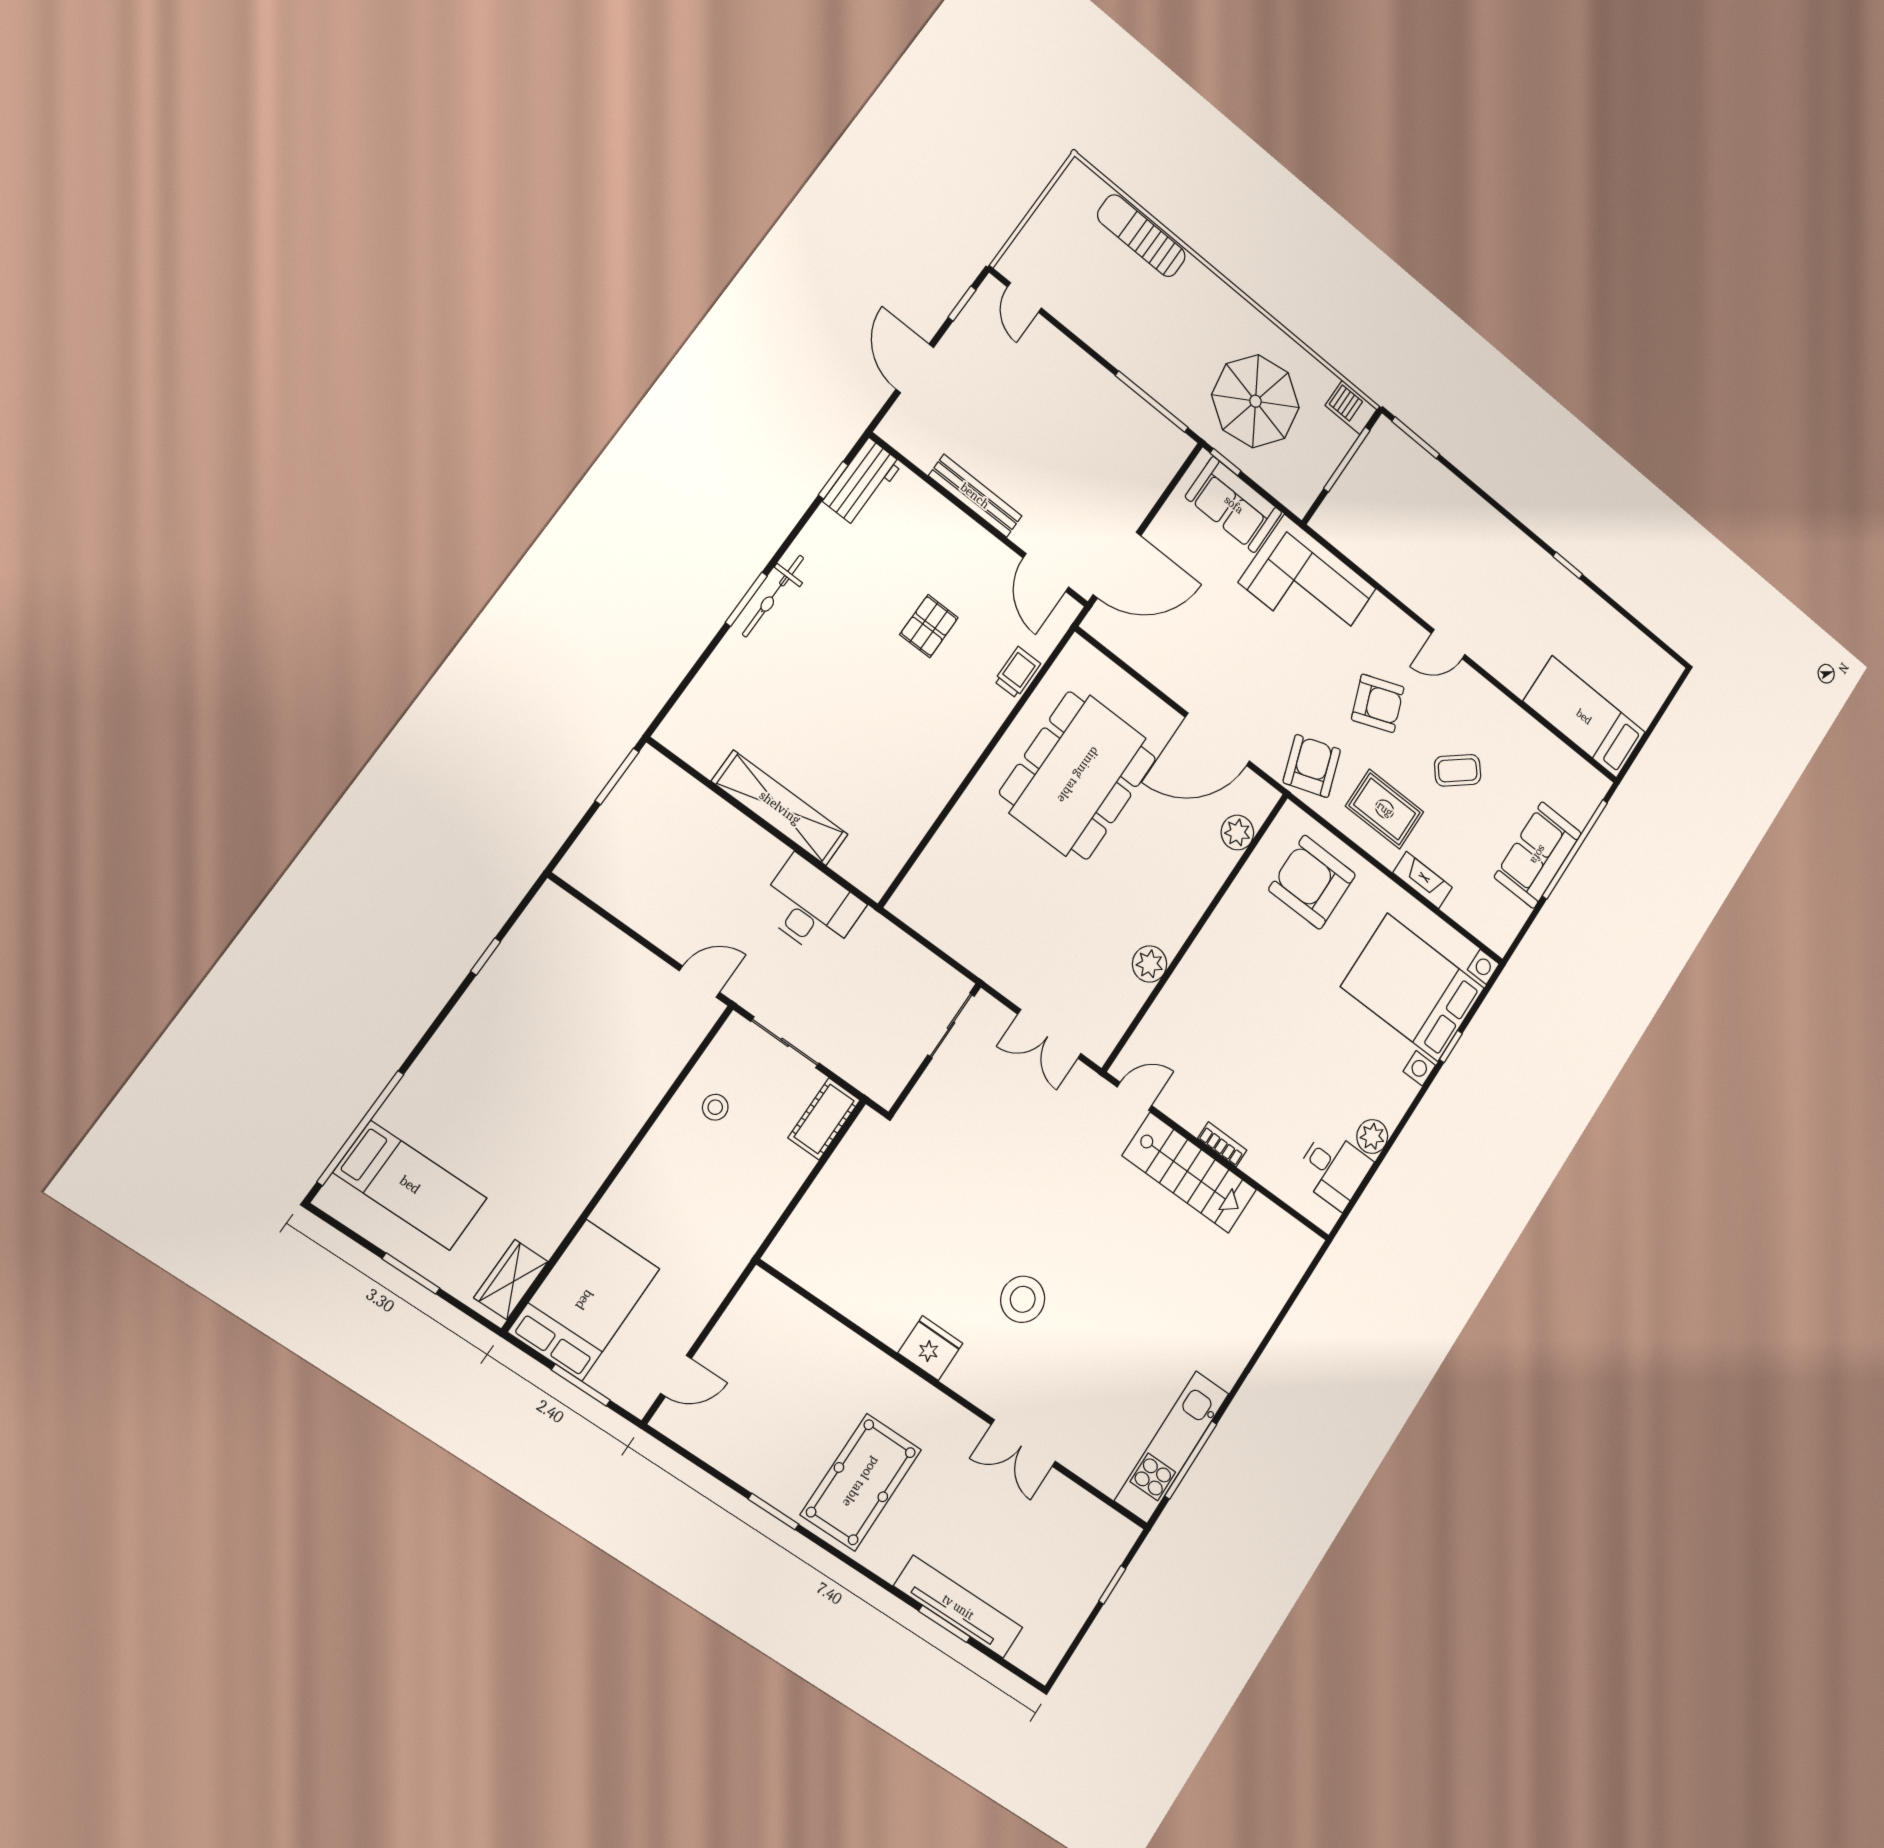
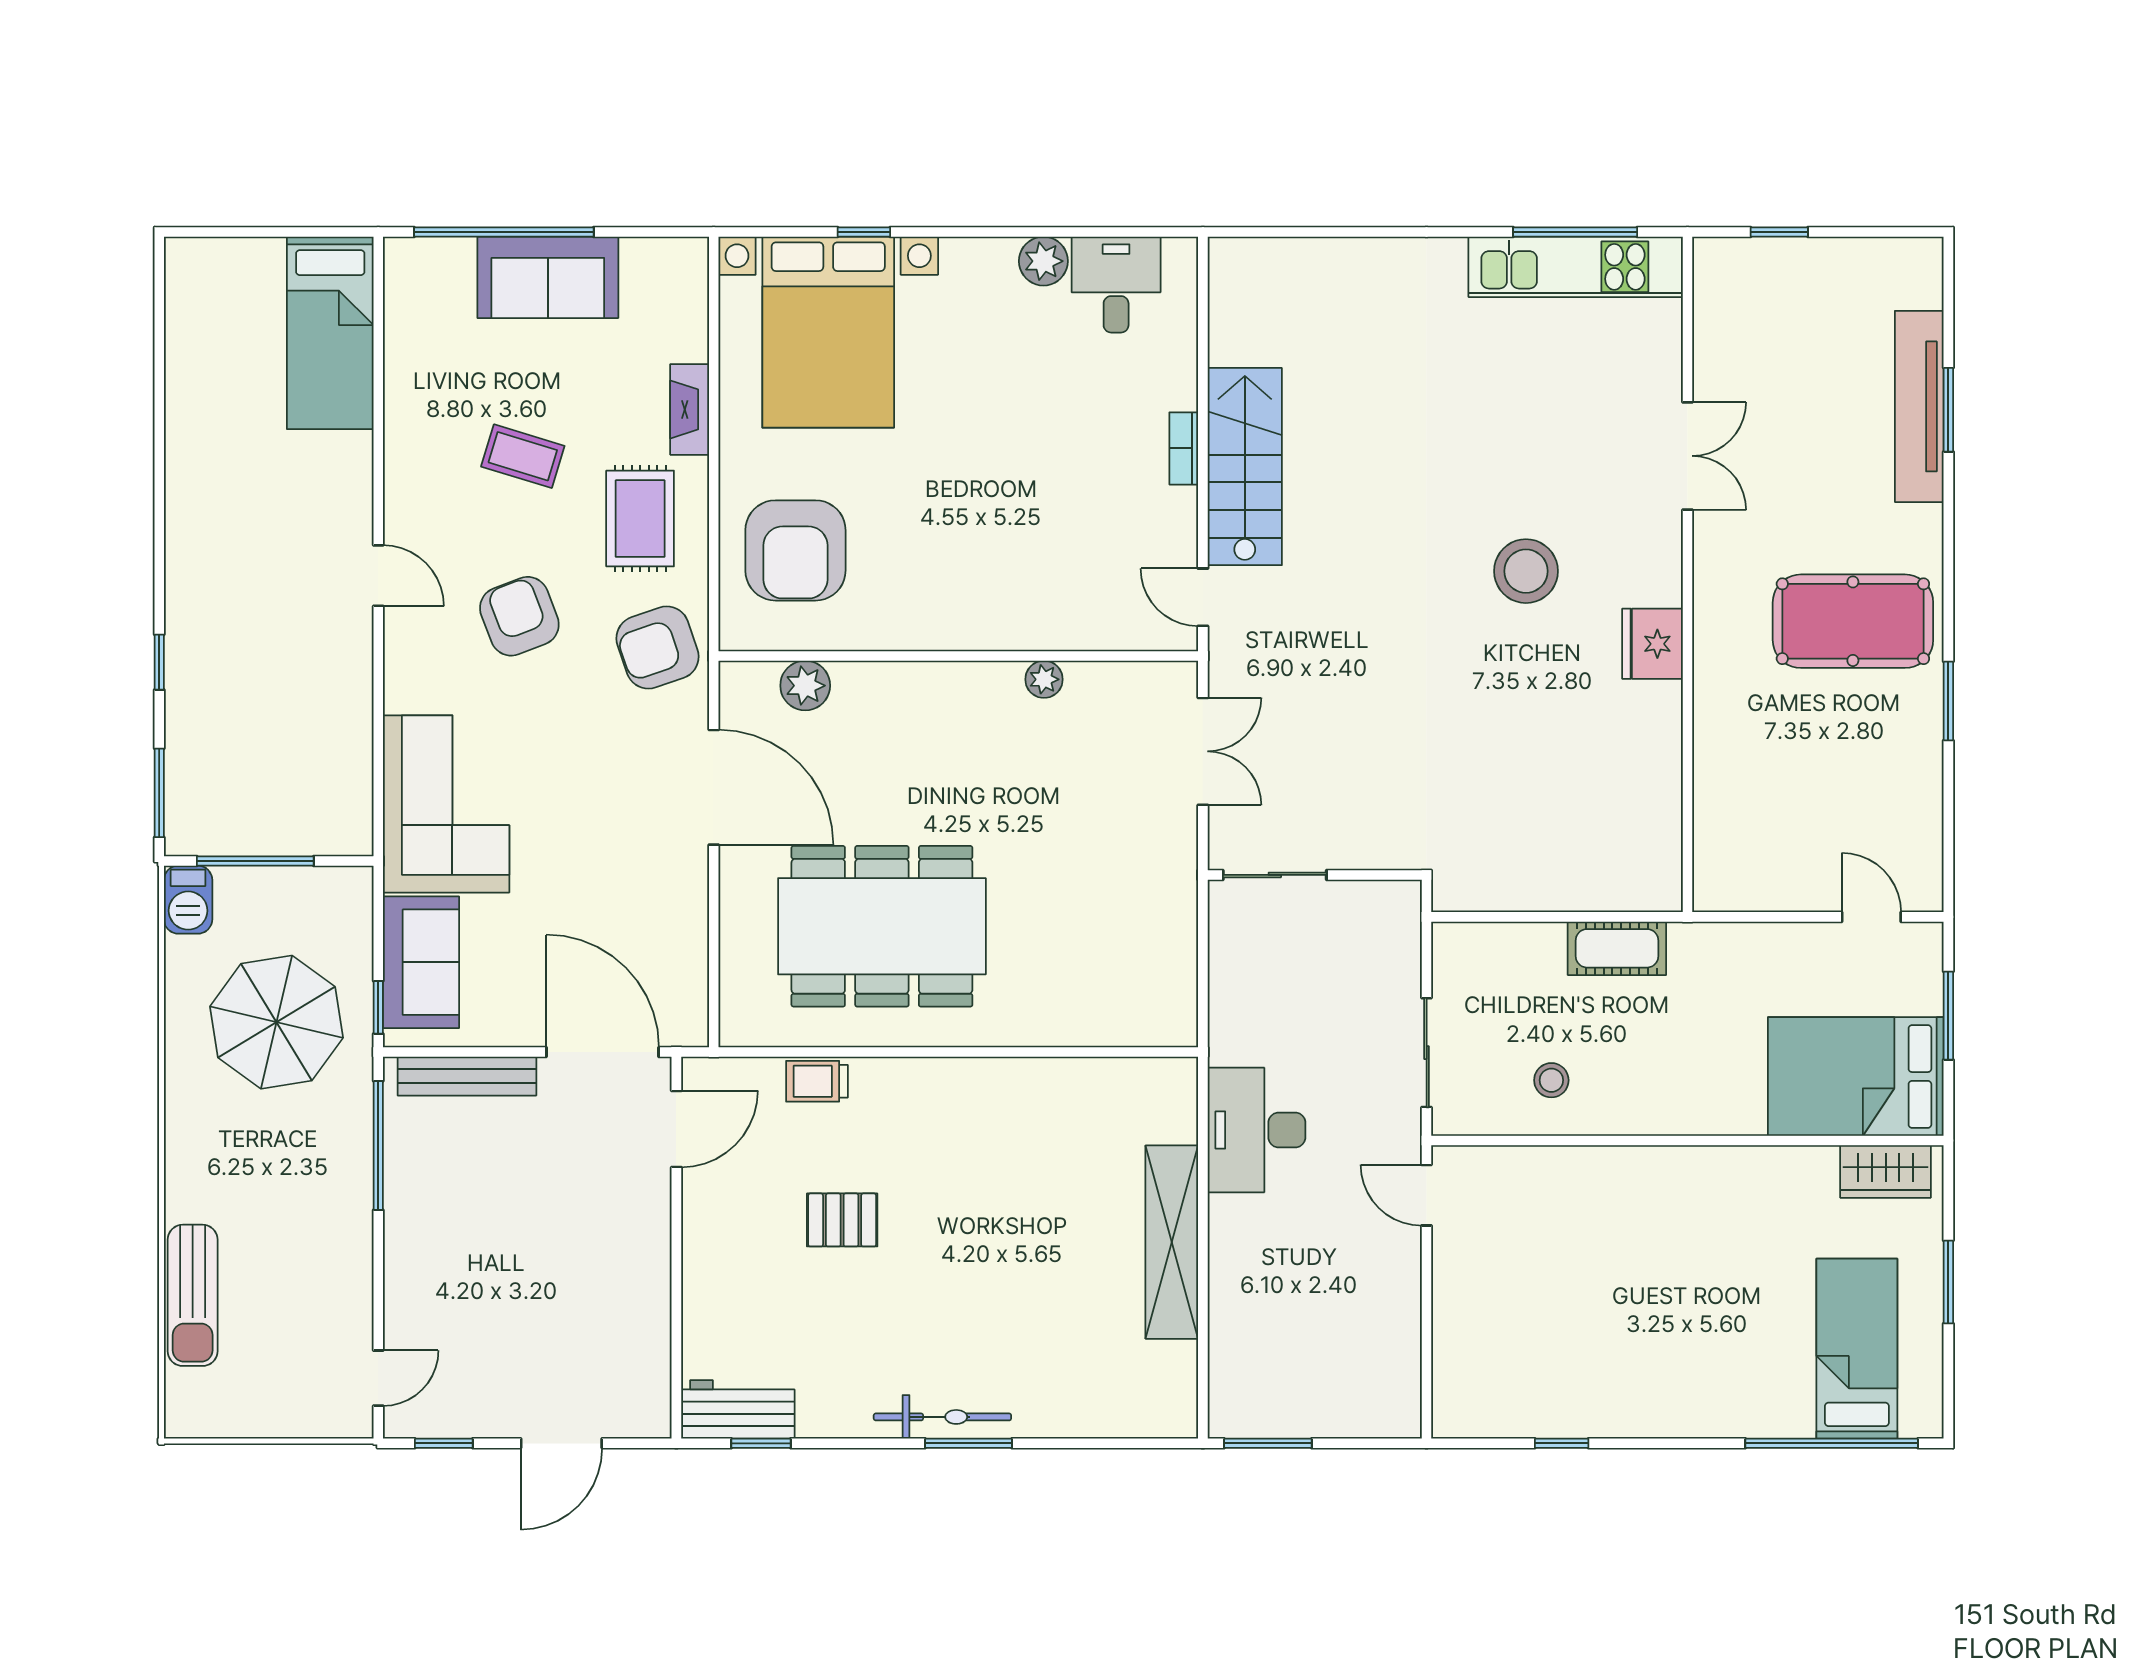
bench: (975, 496) -> (467, 1076), moved, turned 90
window: (1568, 565) -> (159, 662), moved
coffee table: (1458, 770) -> (523, 456), turned -33
plant: (1150, 964) -> (1044, 679), width x0.73, depth x0.73
cot: (824, 1119) -> (1617, 948), moved

